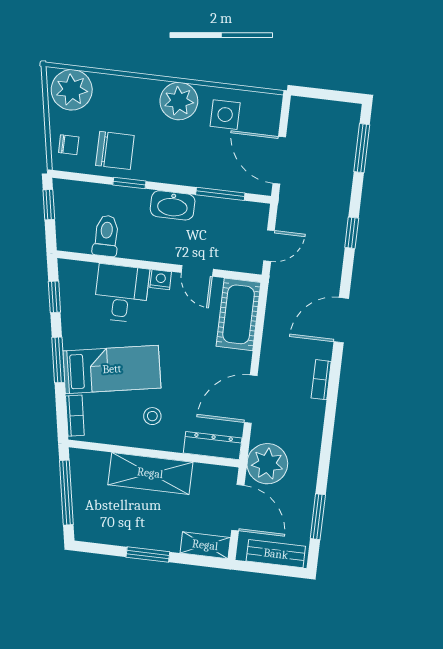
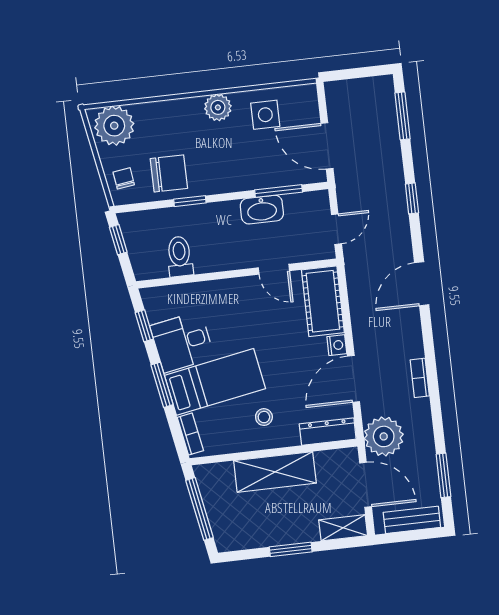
plant: (179, 101) -> (218, 107), width x0.73, depth x0.73
chair: (69, 145) -> (124, 178), turned -98
washbasin: (173, 205) -> (262, 210), moved
nightstand: (161, 280) -> (337, 345), moved, turned 90
desk: (121, 293) -> (182, 342), moved, turned -100
bookcase: (321, 380) -> (420, 378), moved

